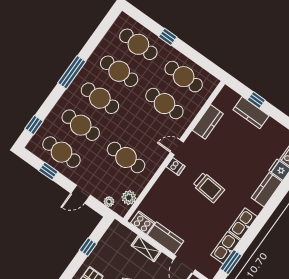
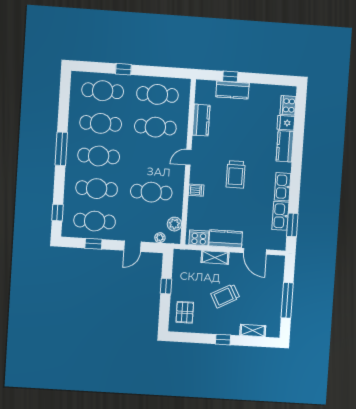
dishwasher: (176, 166) -> (196, 190), moved
trolley: (209, 187) -> (236, 174), turned 85

